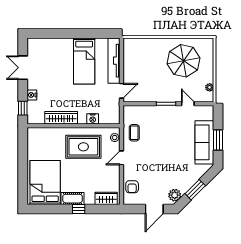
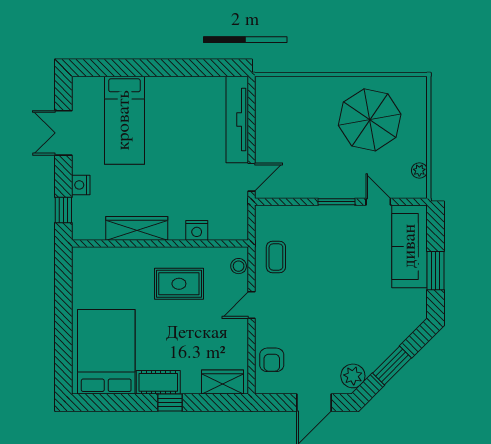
bed: (84, 61) -> (124, 120), moved
sofa: (204, 142) -> (410, 246), moved
rug: (83, 147) -> (179, 284), width x0.73, depth x0.70

